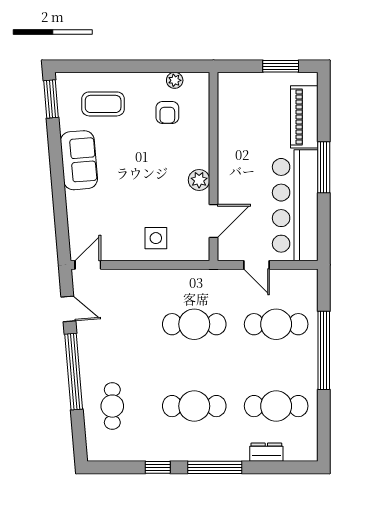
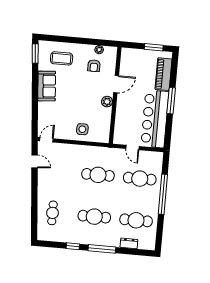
door: (214, 221) -> (116, 84), moved
window: (74, 372) -> (34, 194), removed

